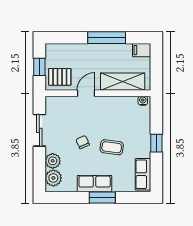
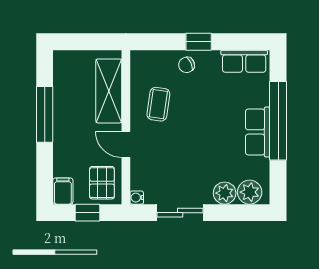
filing cabinet: (142, 50) -> (63, 191), moved, turned 180
water cooler: (143, 101) -> (137, 198), moved
chair: (83, 142) -> (187, 65), moved
coffee table: (112, 147) -> (158, 104), moved
window: (102, 197) -> (278, 121), width x2.11

